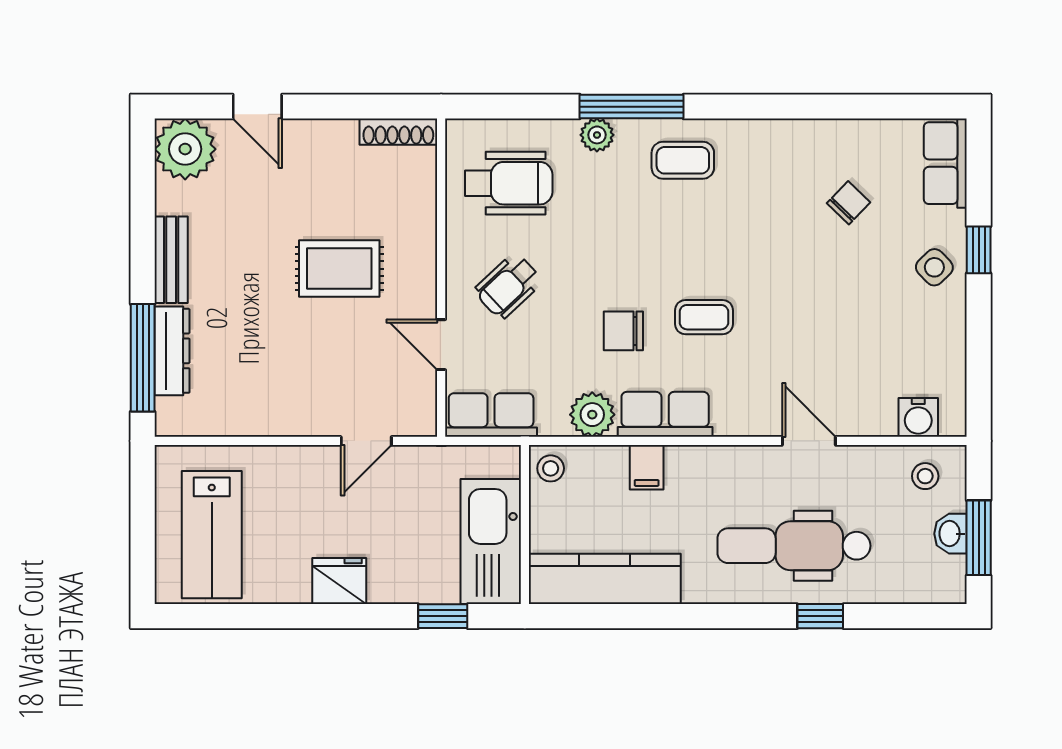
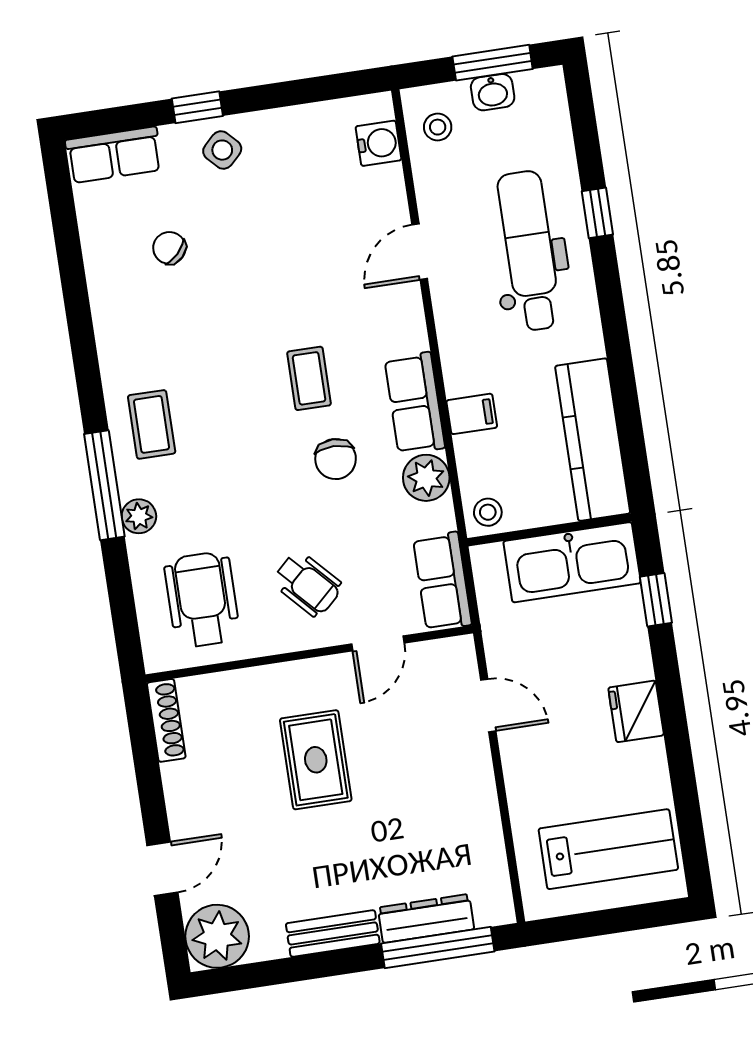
dental chair: (794, 546) -> (529, 251), turned 180

